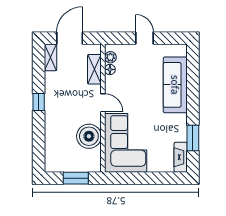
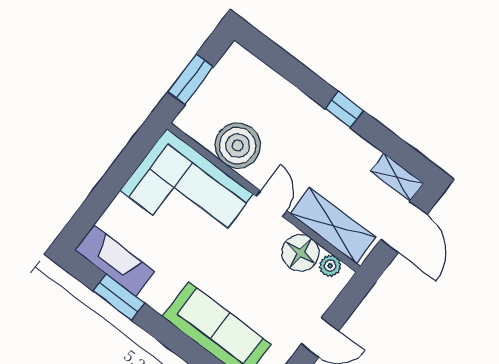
shelving: (94, 69) -> (333, 225), width x1.50, depth x1.33
floor lamp: (110, 69) -> (301, 253), width x1.89, depth x1.89
door: (103, 103) -> (271, 204), swing flipped
fireplace: (181, 157) -> (114, 261), width x1.37, depth x1.32

